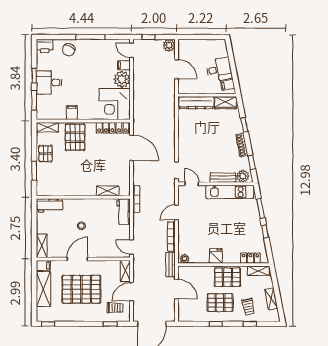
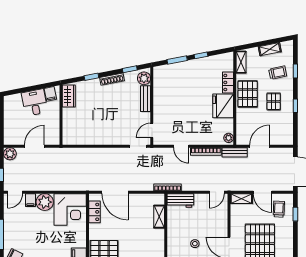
dresser: (196, 103) -> (69, 126), removed
locker: (112, 128) -> (94, 212), width x0.66
door: (132, 148) -> (115, 192), swing flipped
kitchen unit: (230, 192) -> (160, 92), removed
fridge: (216, 256) -> (223, 106), width x1.88, depth x1.34
locker: (250, 258) -> (228, 82), moved
pallet: (220, 303) -> (274, 102), width x0.67, depth x0.71

